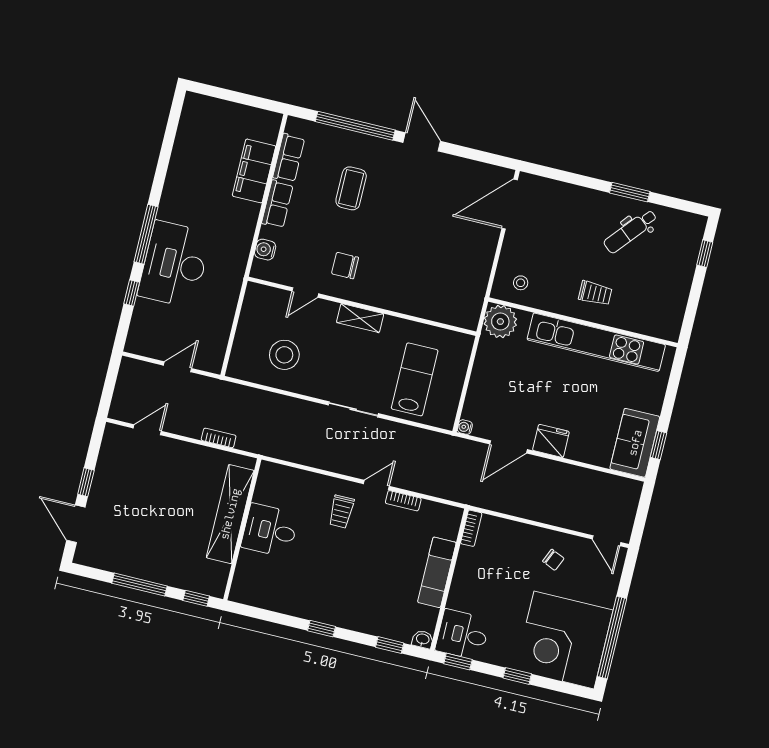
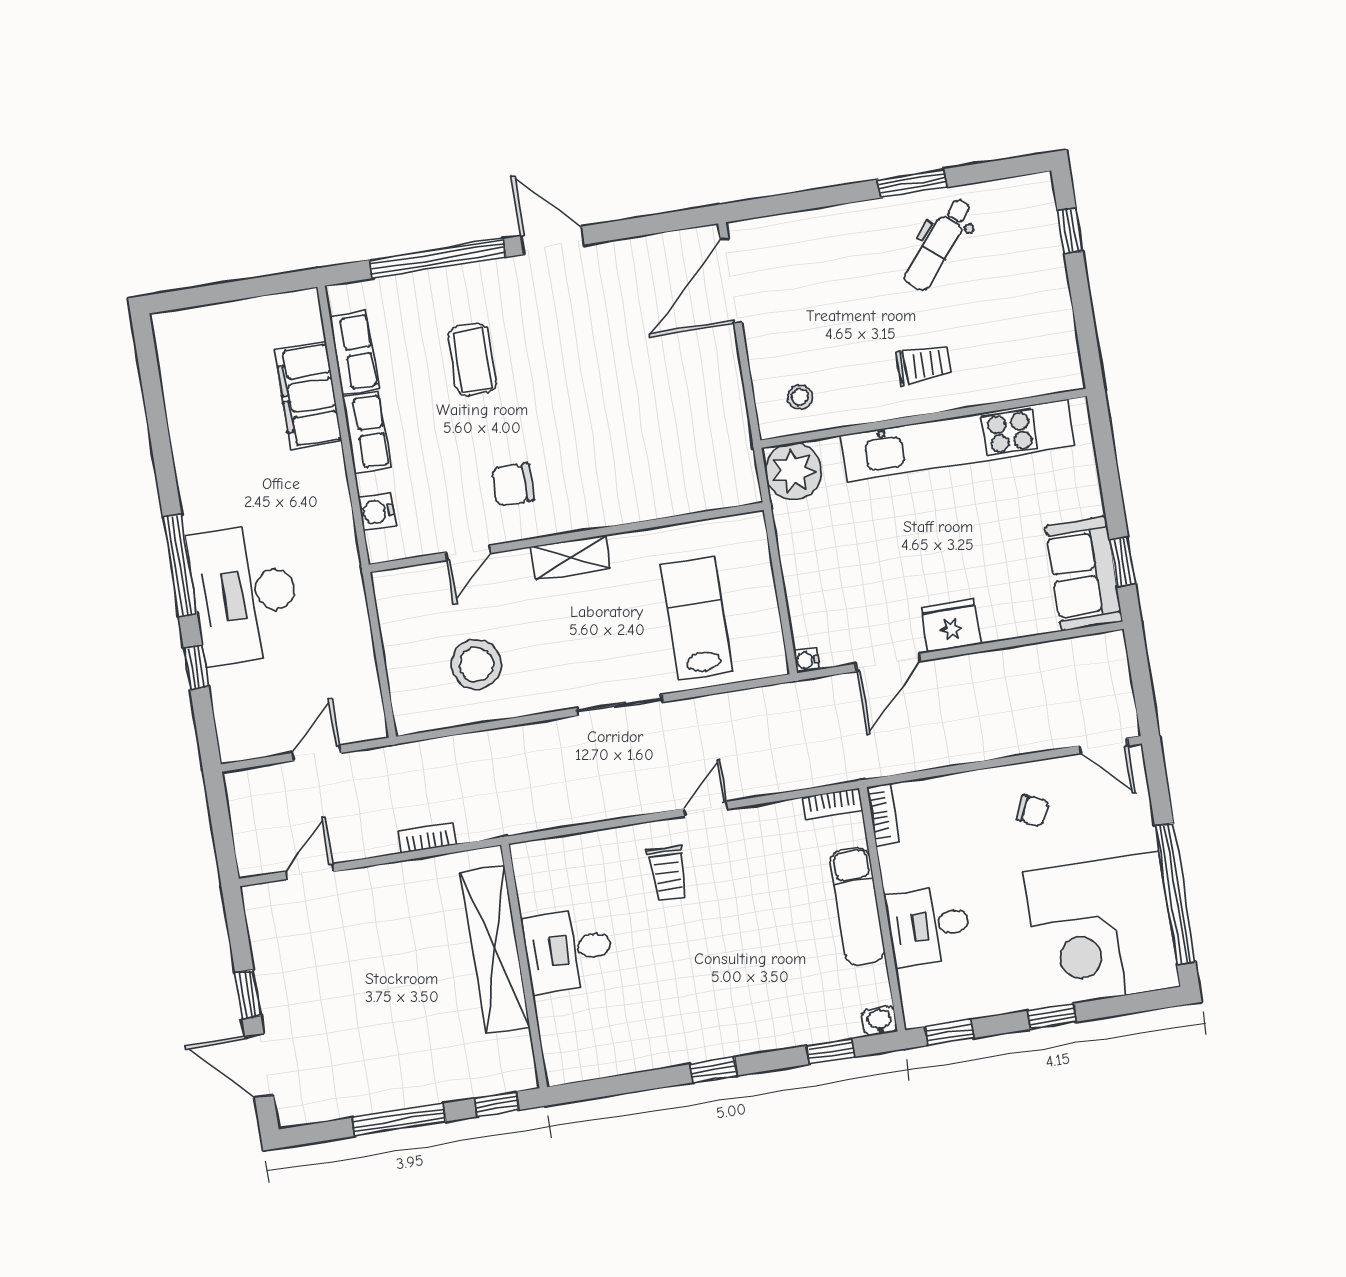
bookcase: (403, 501) -> (833, 804), moved
desk: (463, 635) -> (929, 926), moved

